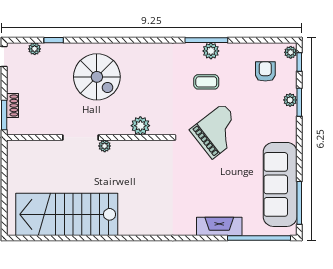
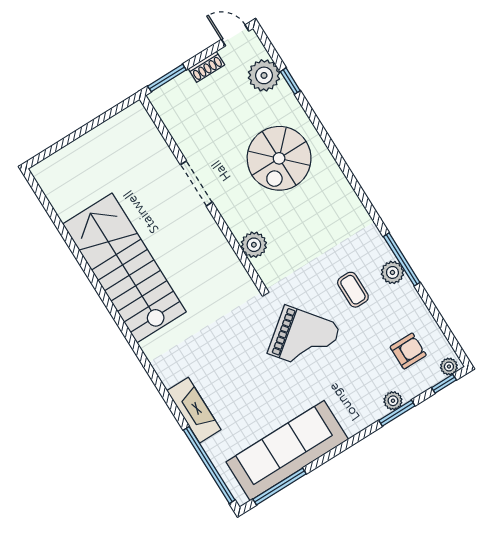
plant: (35, 49) -> (264, 75), width x1.88, depth x1.88
shoe rack: (12, 105) -> (206, 67), moved
plant: (105, 146) -> (204, 218), removed
stairs: (67, 214) -> (124, 268), moved

